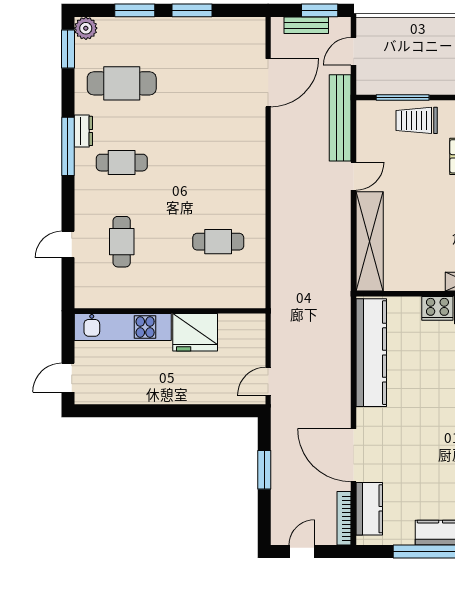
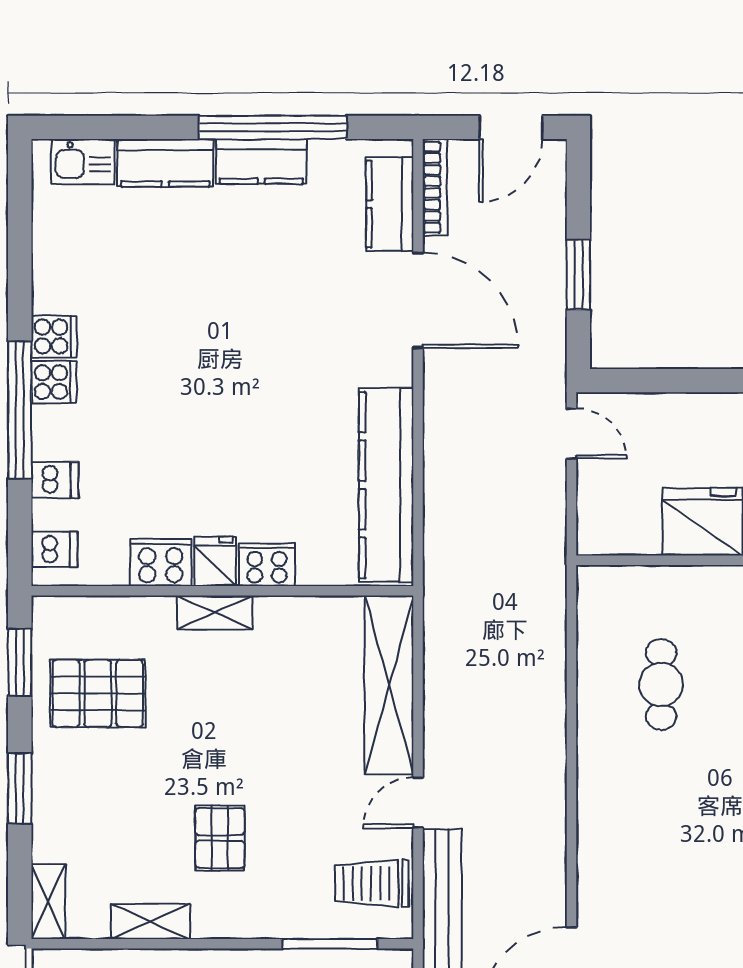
trolley: (417, 120) -> (372, 883), moved, turned 180
cafe table: (218, 242) -> (661, 685), turned 90
door: (268, 381) -> (571, 433), hinge flipped
door: (302, 551) -> (511, 127), width x1.38

